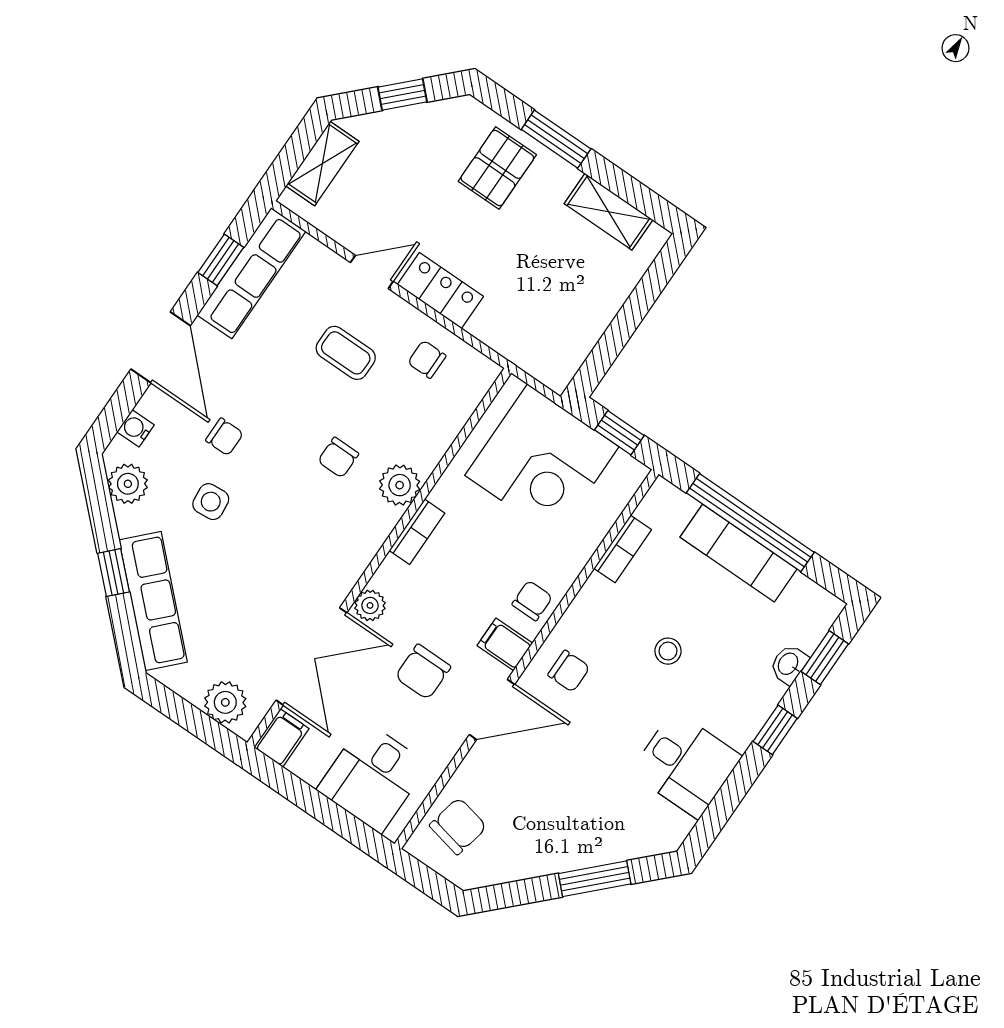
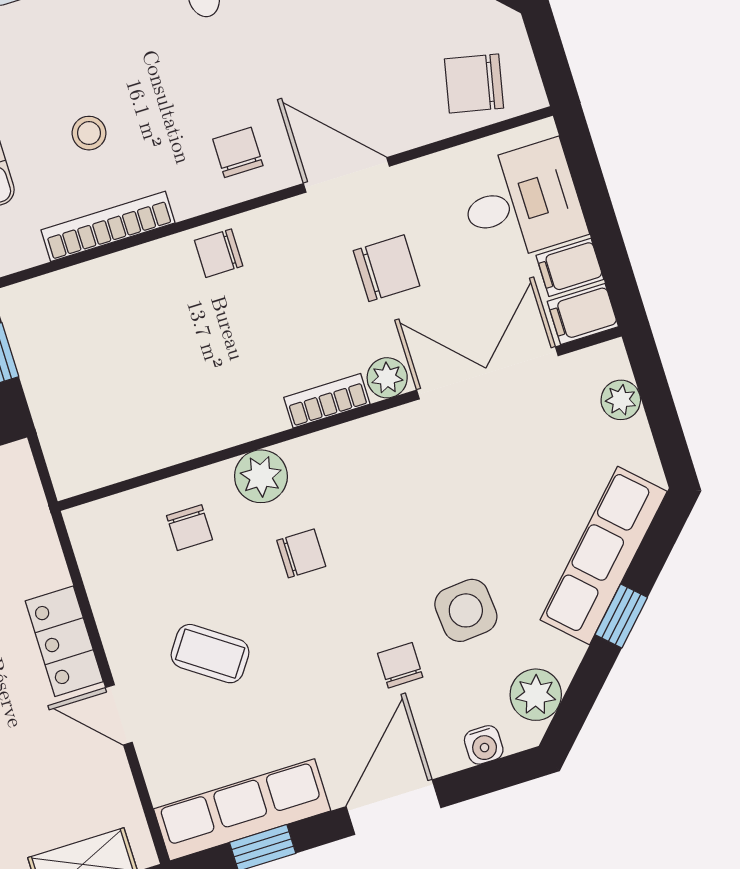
coffee table: (346, 353) -> (210, 654), turned -55
chair: (427, 359) -> (190, 528), moved
corner desk: (542, 461) -> (97, 387), removed
side table: (211, 502) -> (466, 610), width x1.37, depth x1.37
bookcase: (417, 532) -> (327, 401), moved
bookcase: (623, 549) -> (108, 226), width x1.56
filing cabinet: (505, 644) -> (570, 267), moved, turned 90
stool: (668, 651) -> (89, 133), moved
plant: (225, 702) -> (621, 400), width x0.73, depth x0.73

